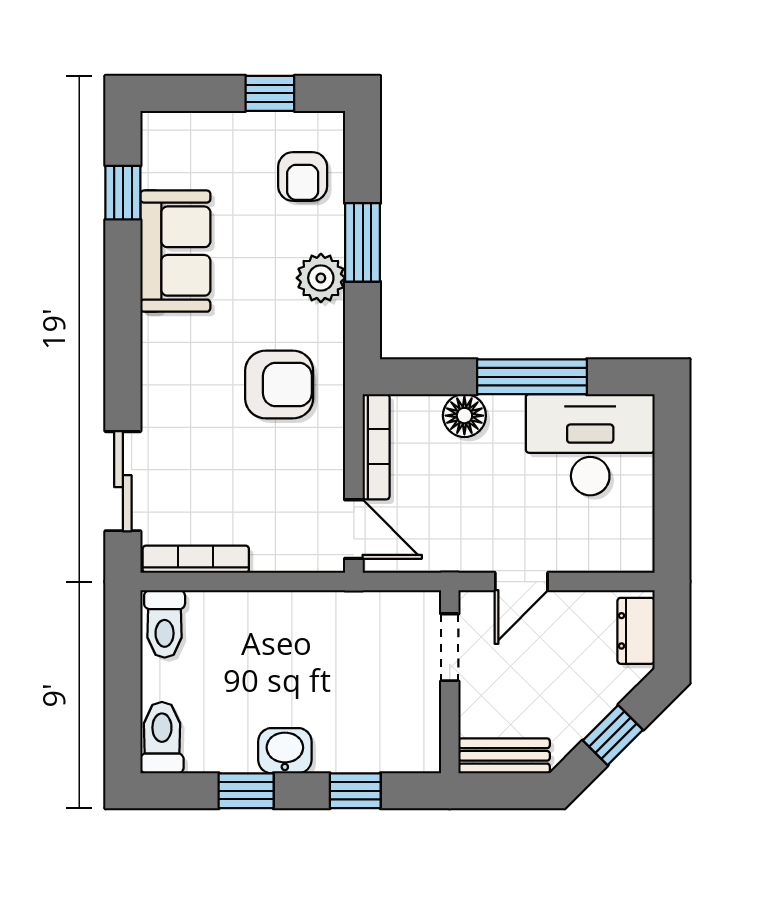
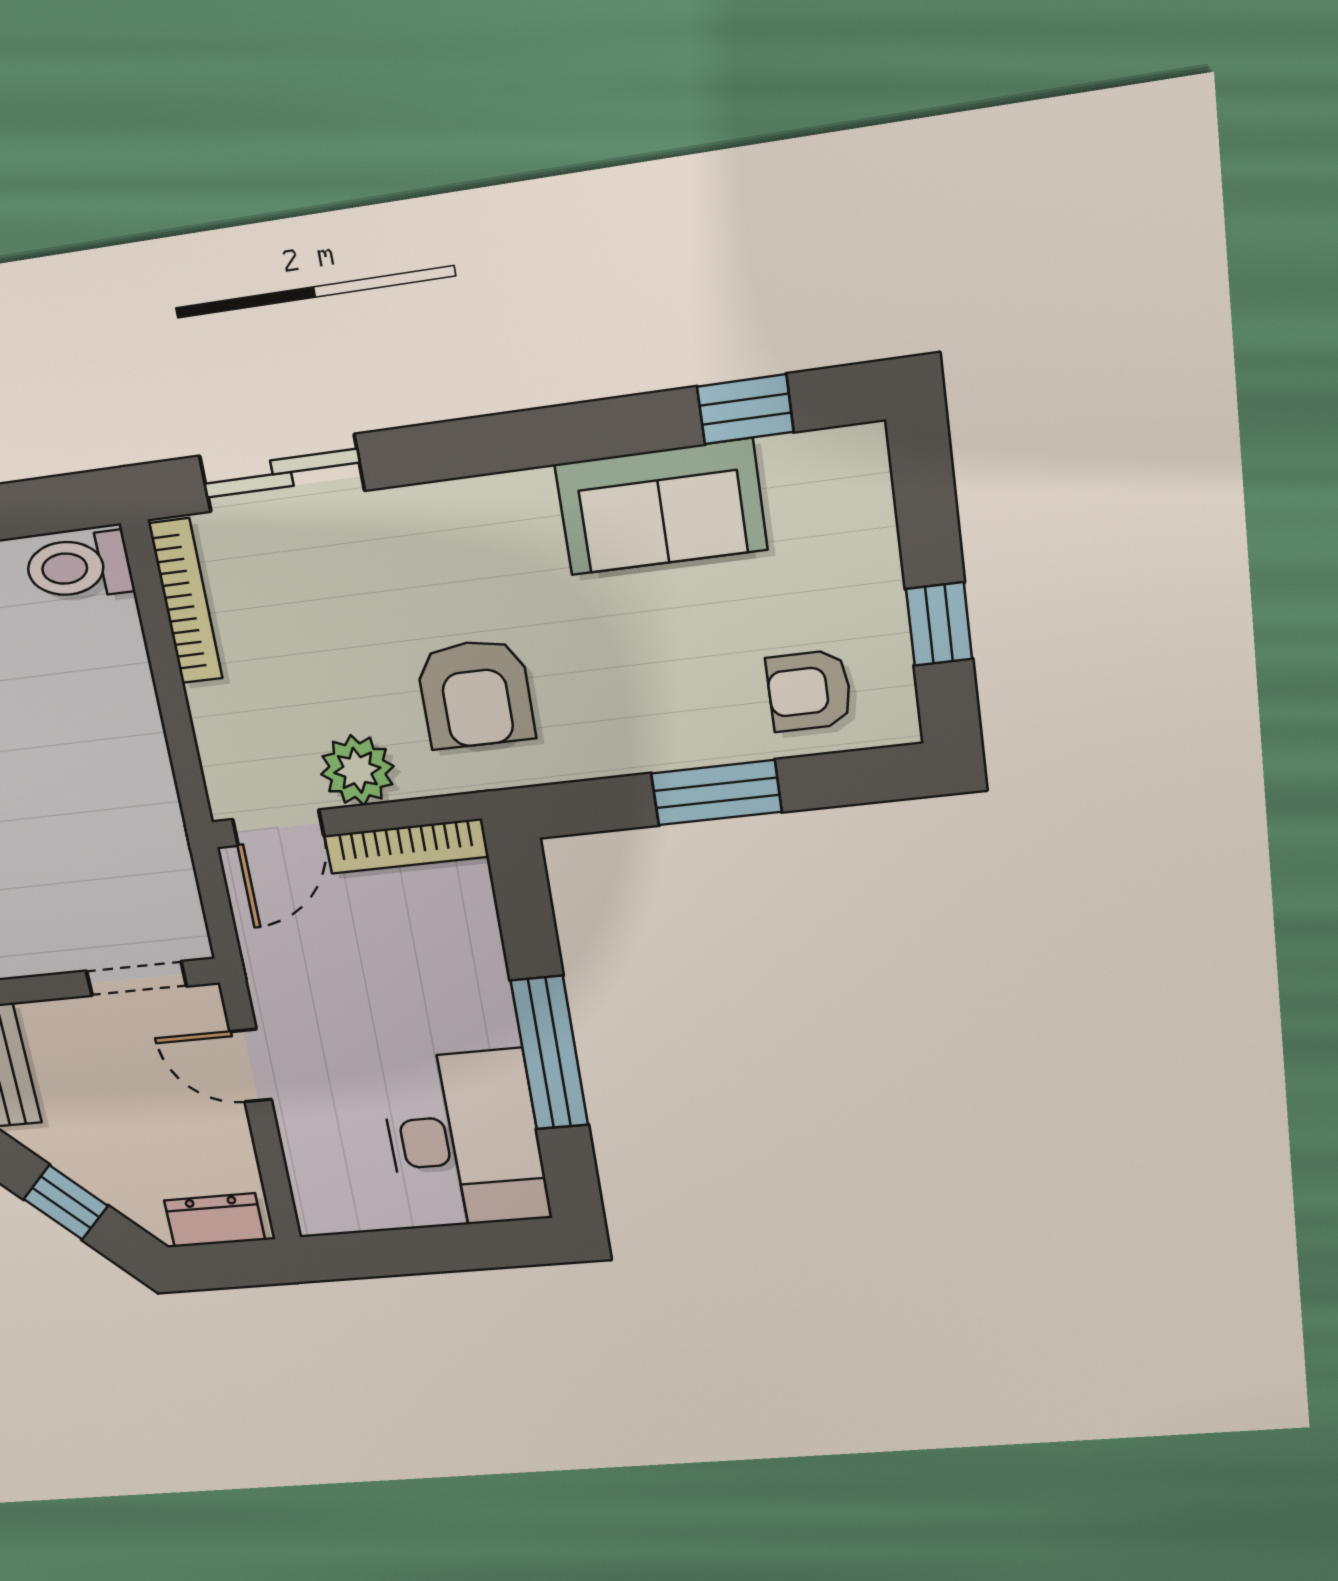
plant: (321, 278) -> (357, 770), moved
floor lamp: (464, 416) -> (476, 966), removed

